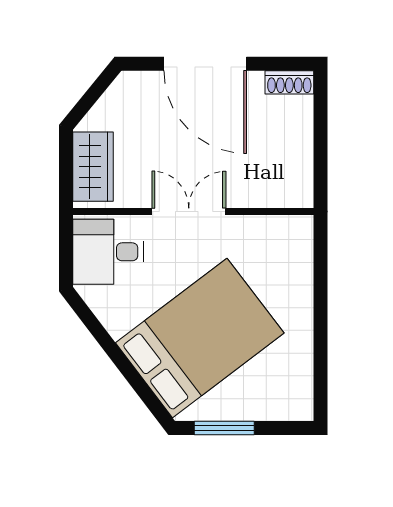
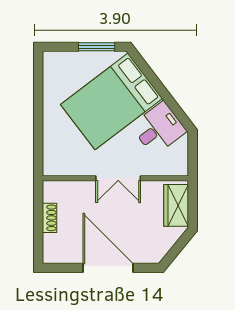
shoe rack: (289, 82) -> (50, 218), moved, turned 90
desk: (108, 252) -> (159, 129), moved, turned -37

